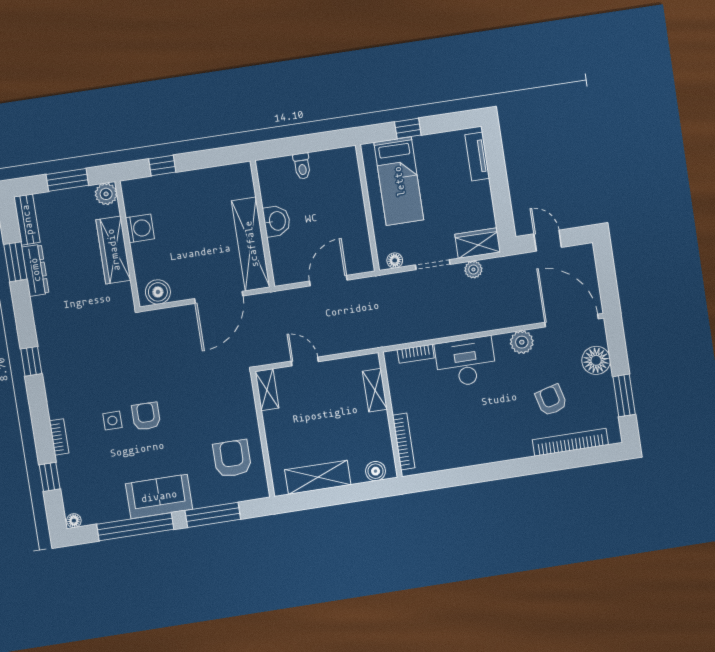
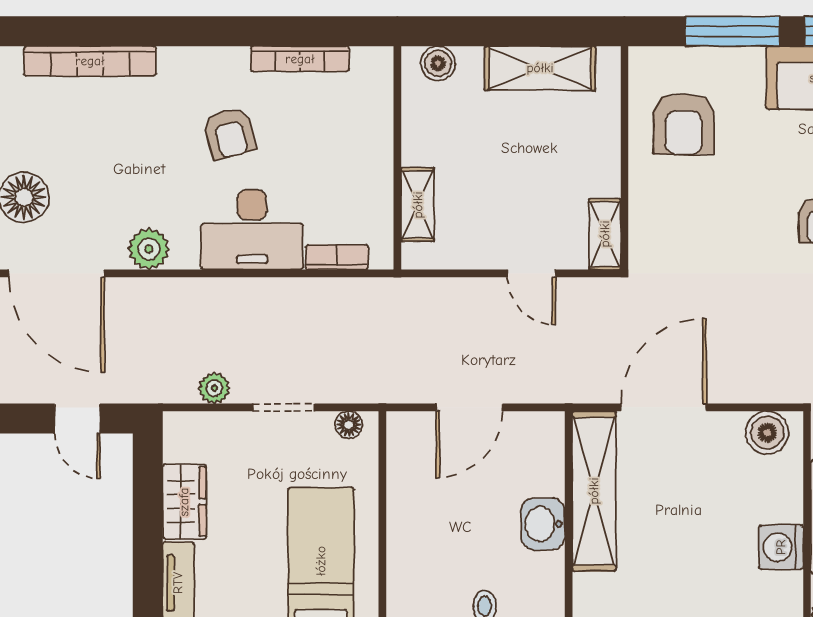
wardrobe: (478, 243) -> (184, 502), moved, turned -90
armchair: (551, 400) -> (230, 133), moved
bookcase: (404, 442) -> (300, 59), moved, turned -90

